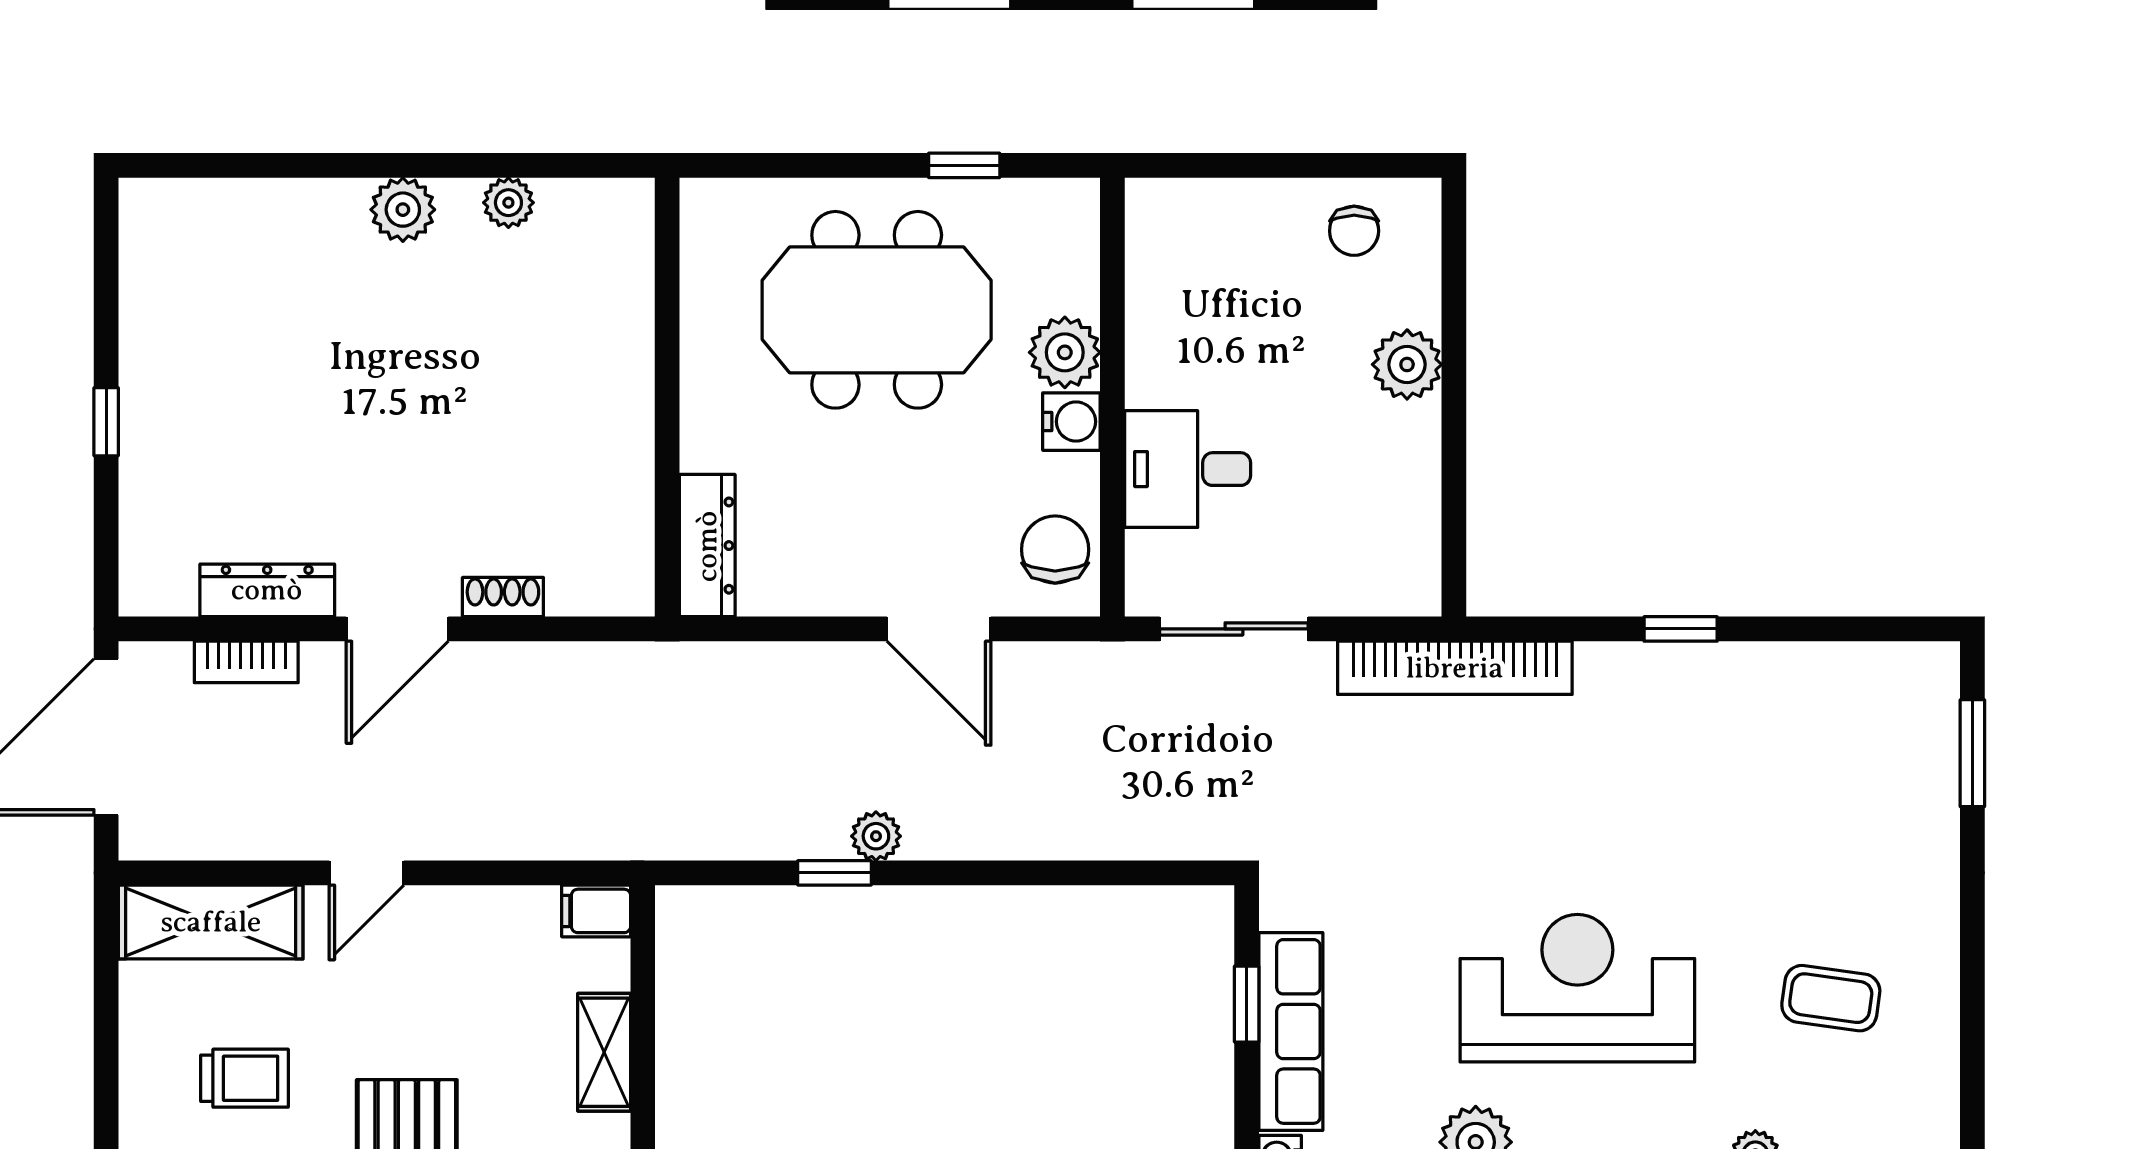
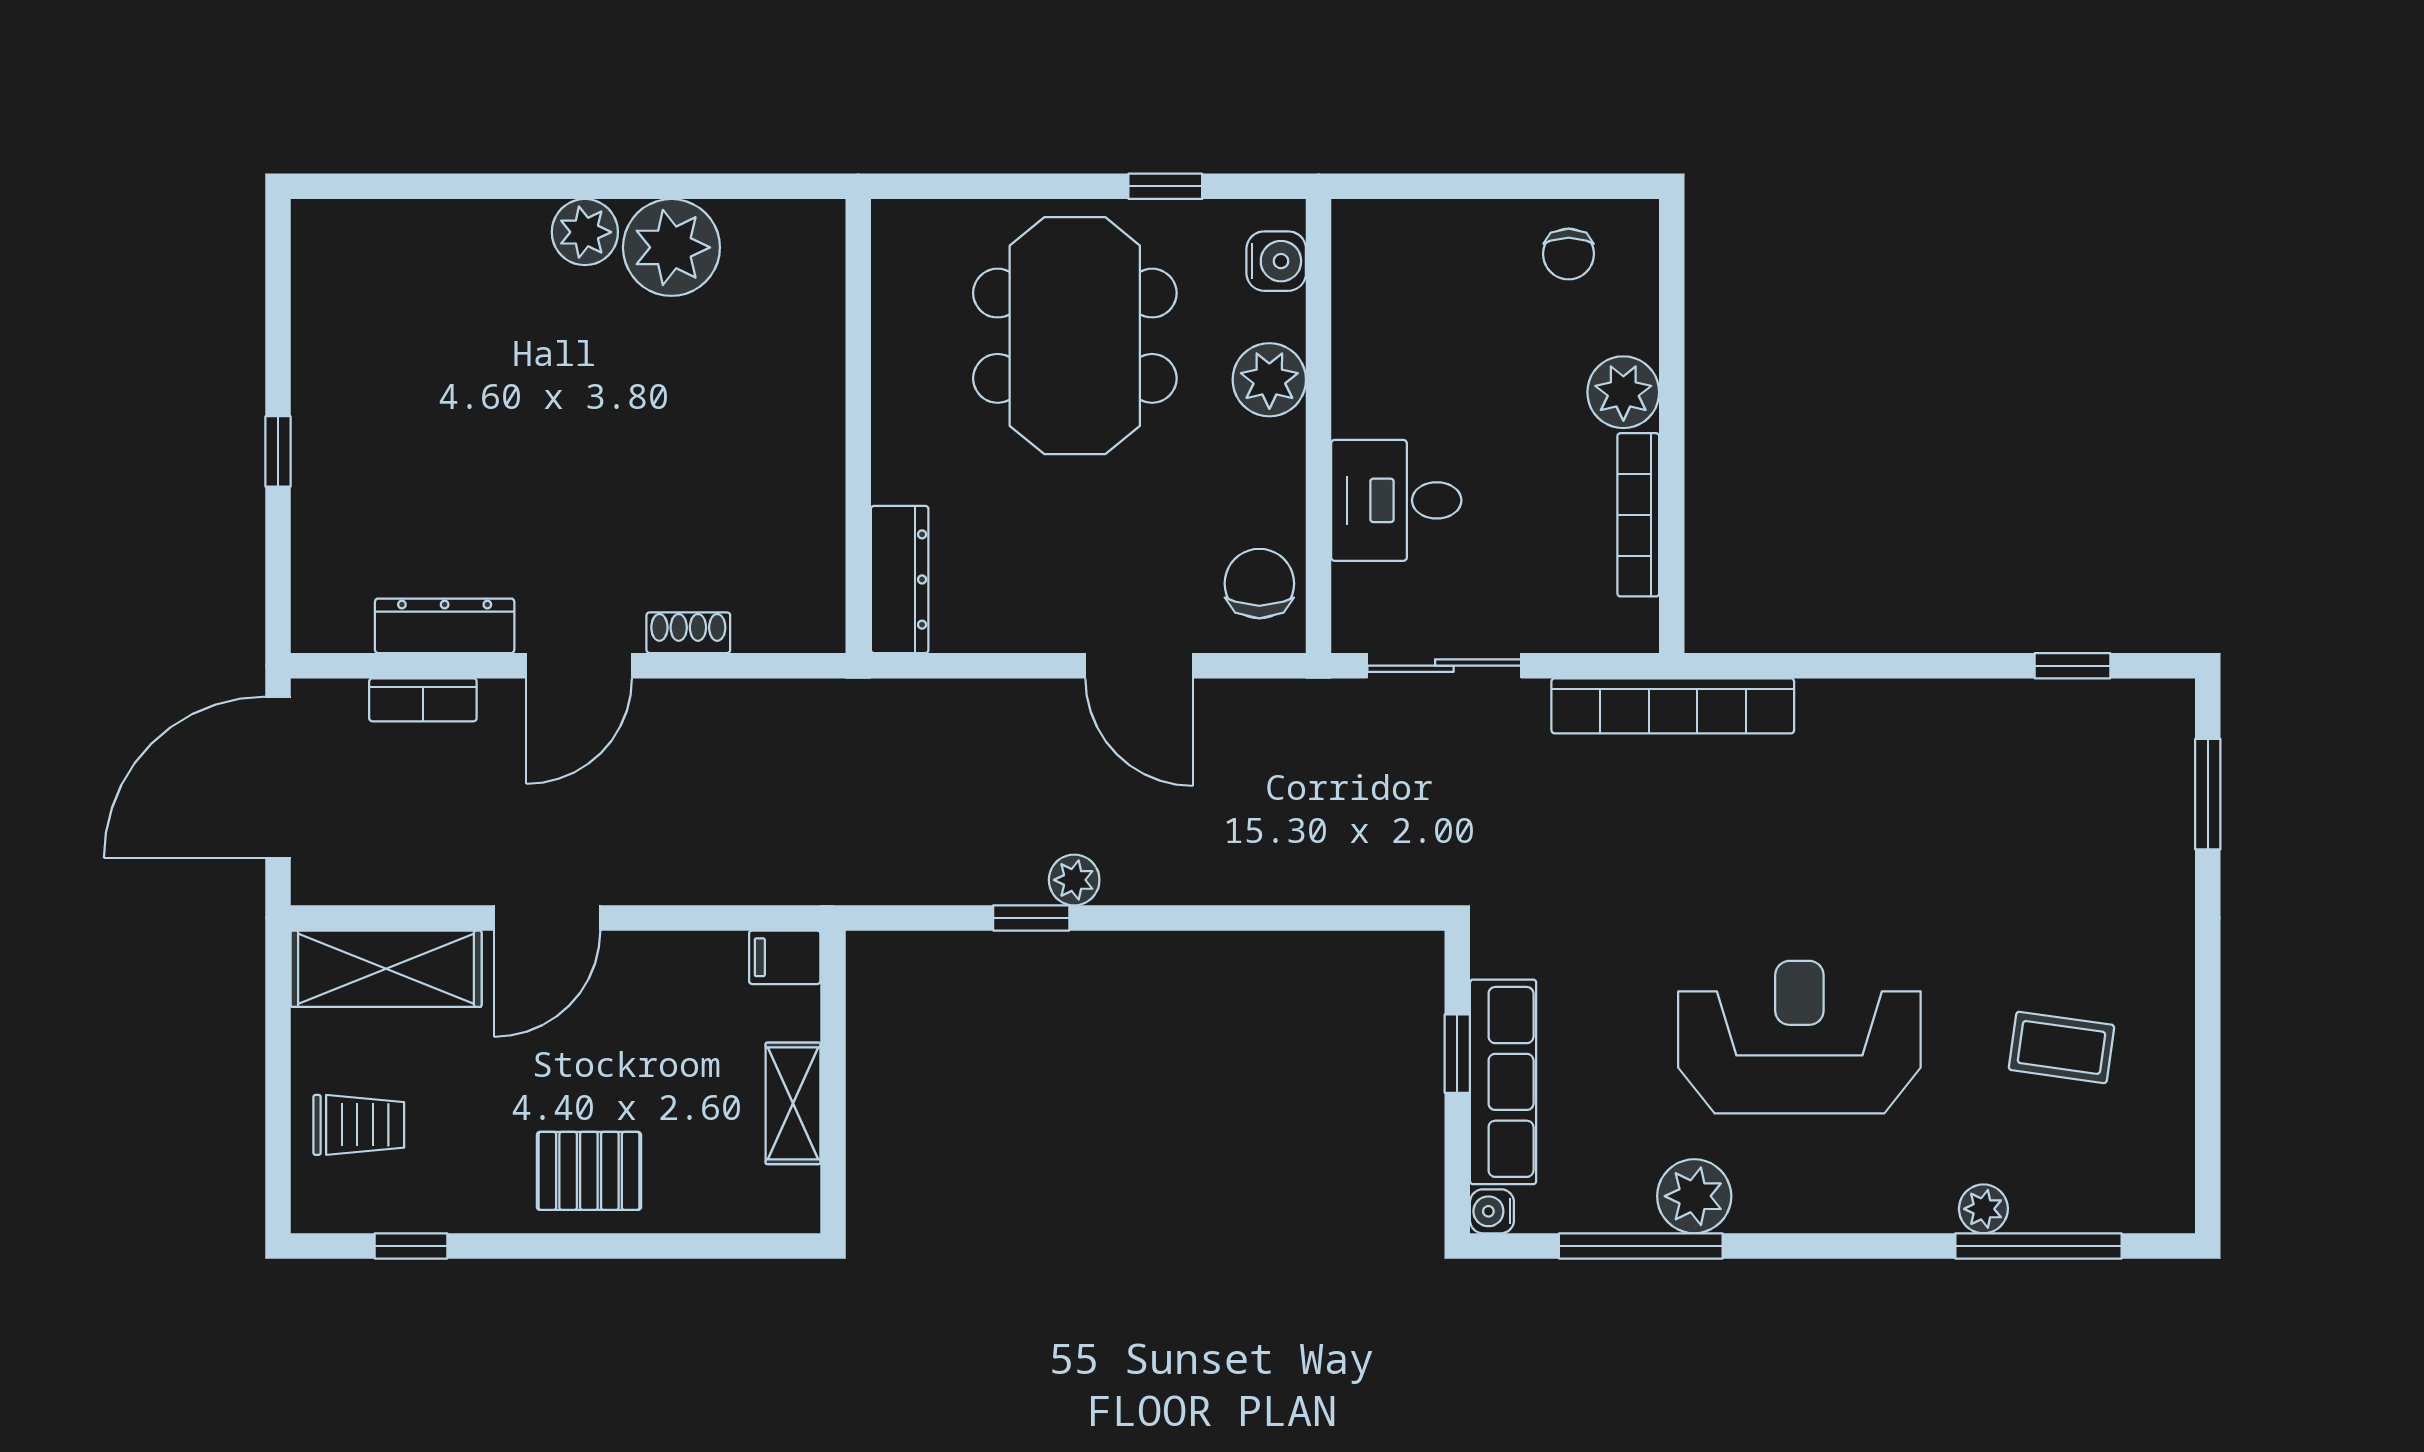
plant: (508, 203) -> (671, 247), width x1.87, depth x1.87
meeting table: (877, 310) -> (1075, 336), turned 90
water cooler: (1071, 422) -> (1276, 261), moved
bookcase: (1422, 483) -> (1638, 515), added
window: (1681, 629) -> (2073, 666), moved
door: (366, 873) -> (547, 918), width x1.38
trolley: (244, 1078) -> (359, 1125), moved

